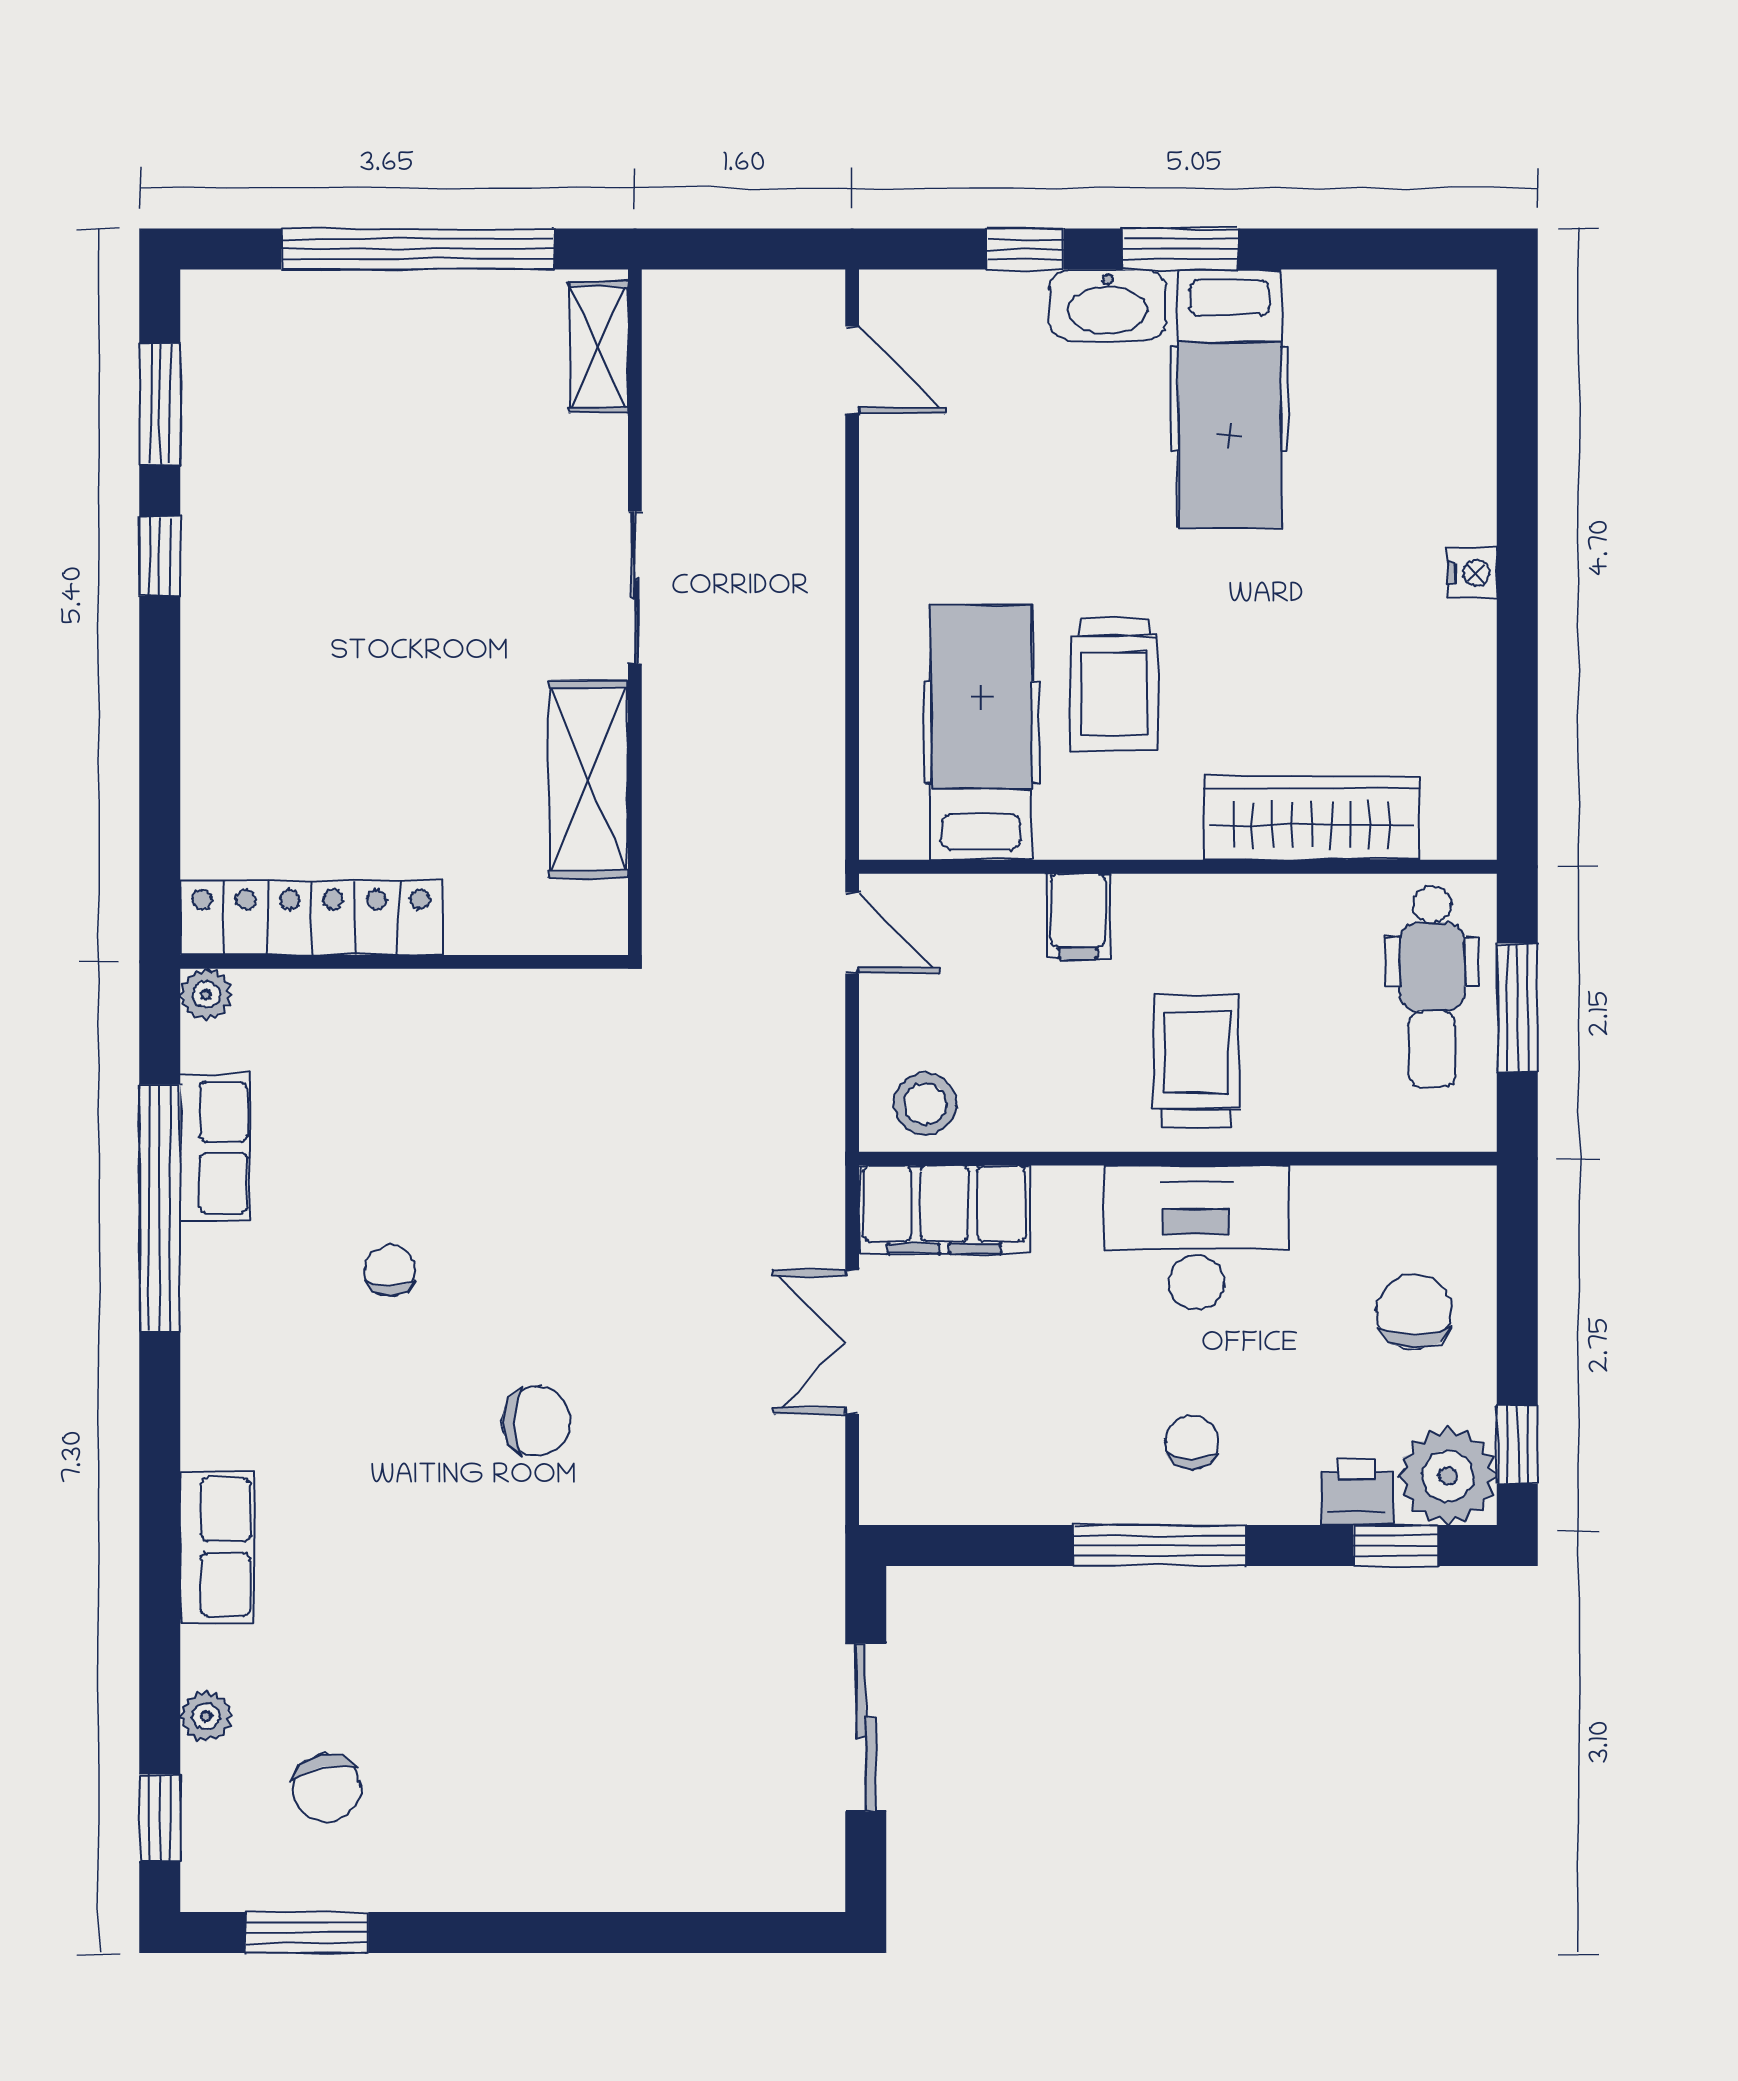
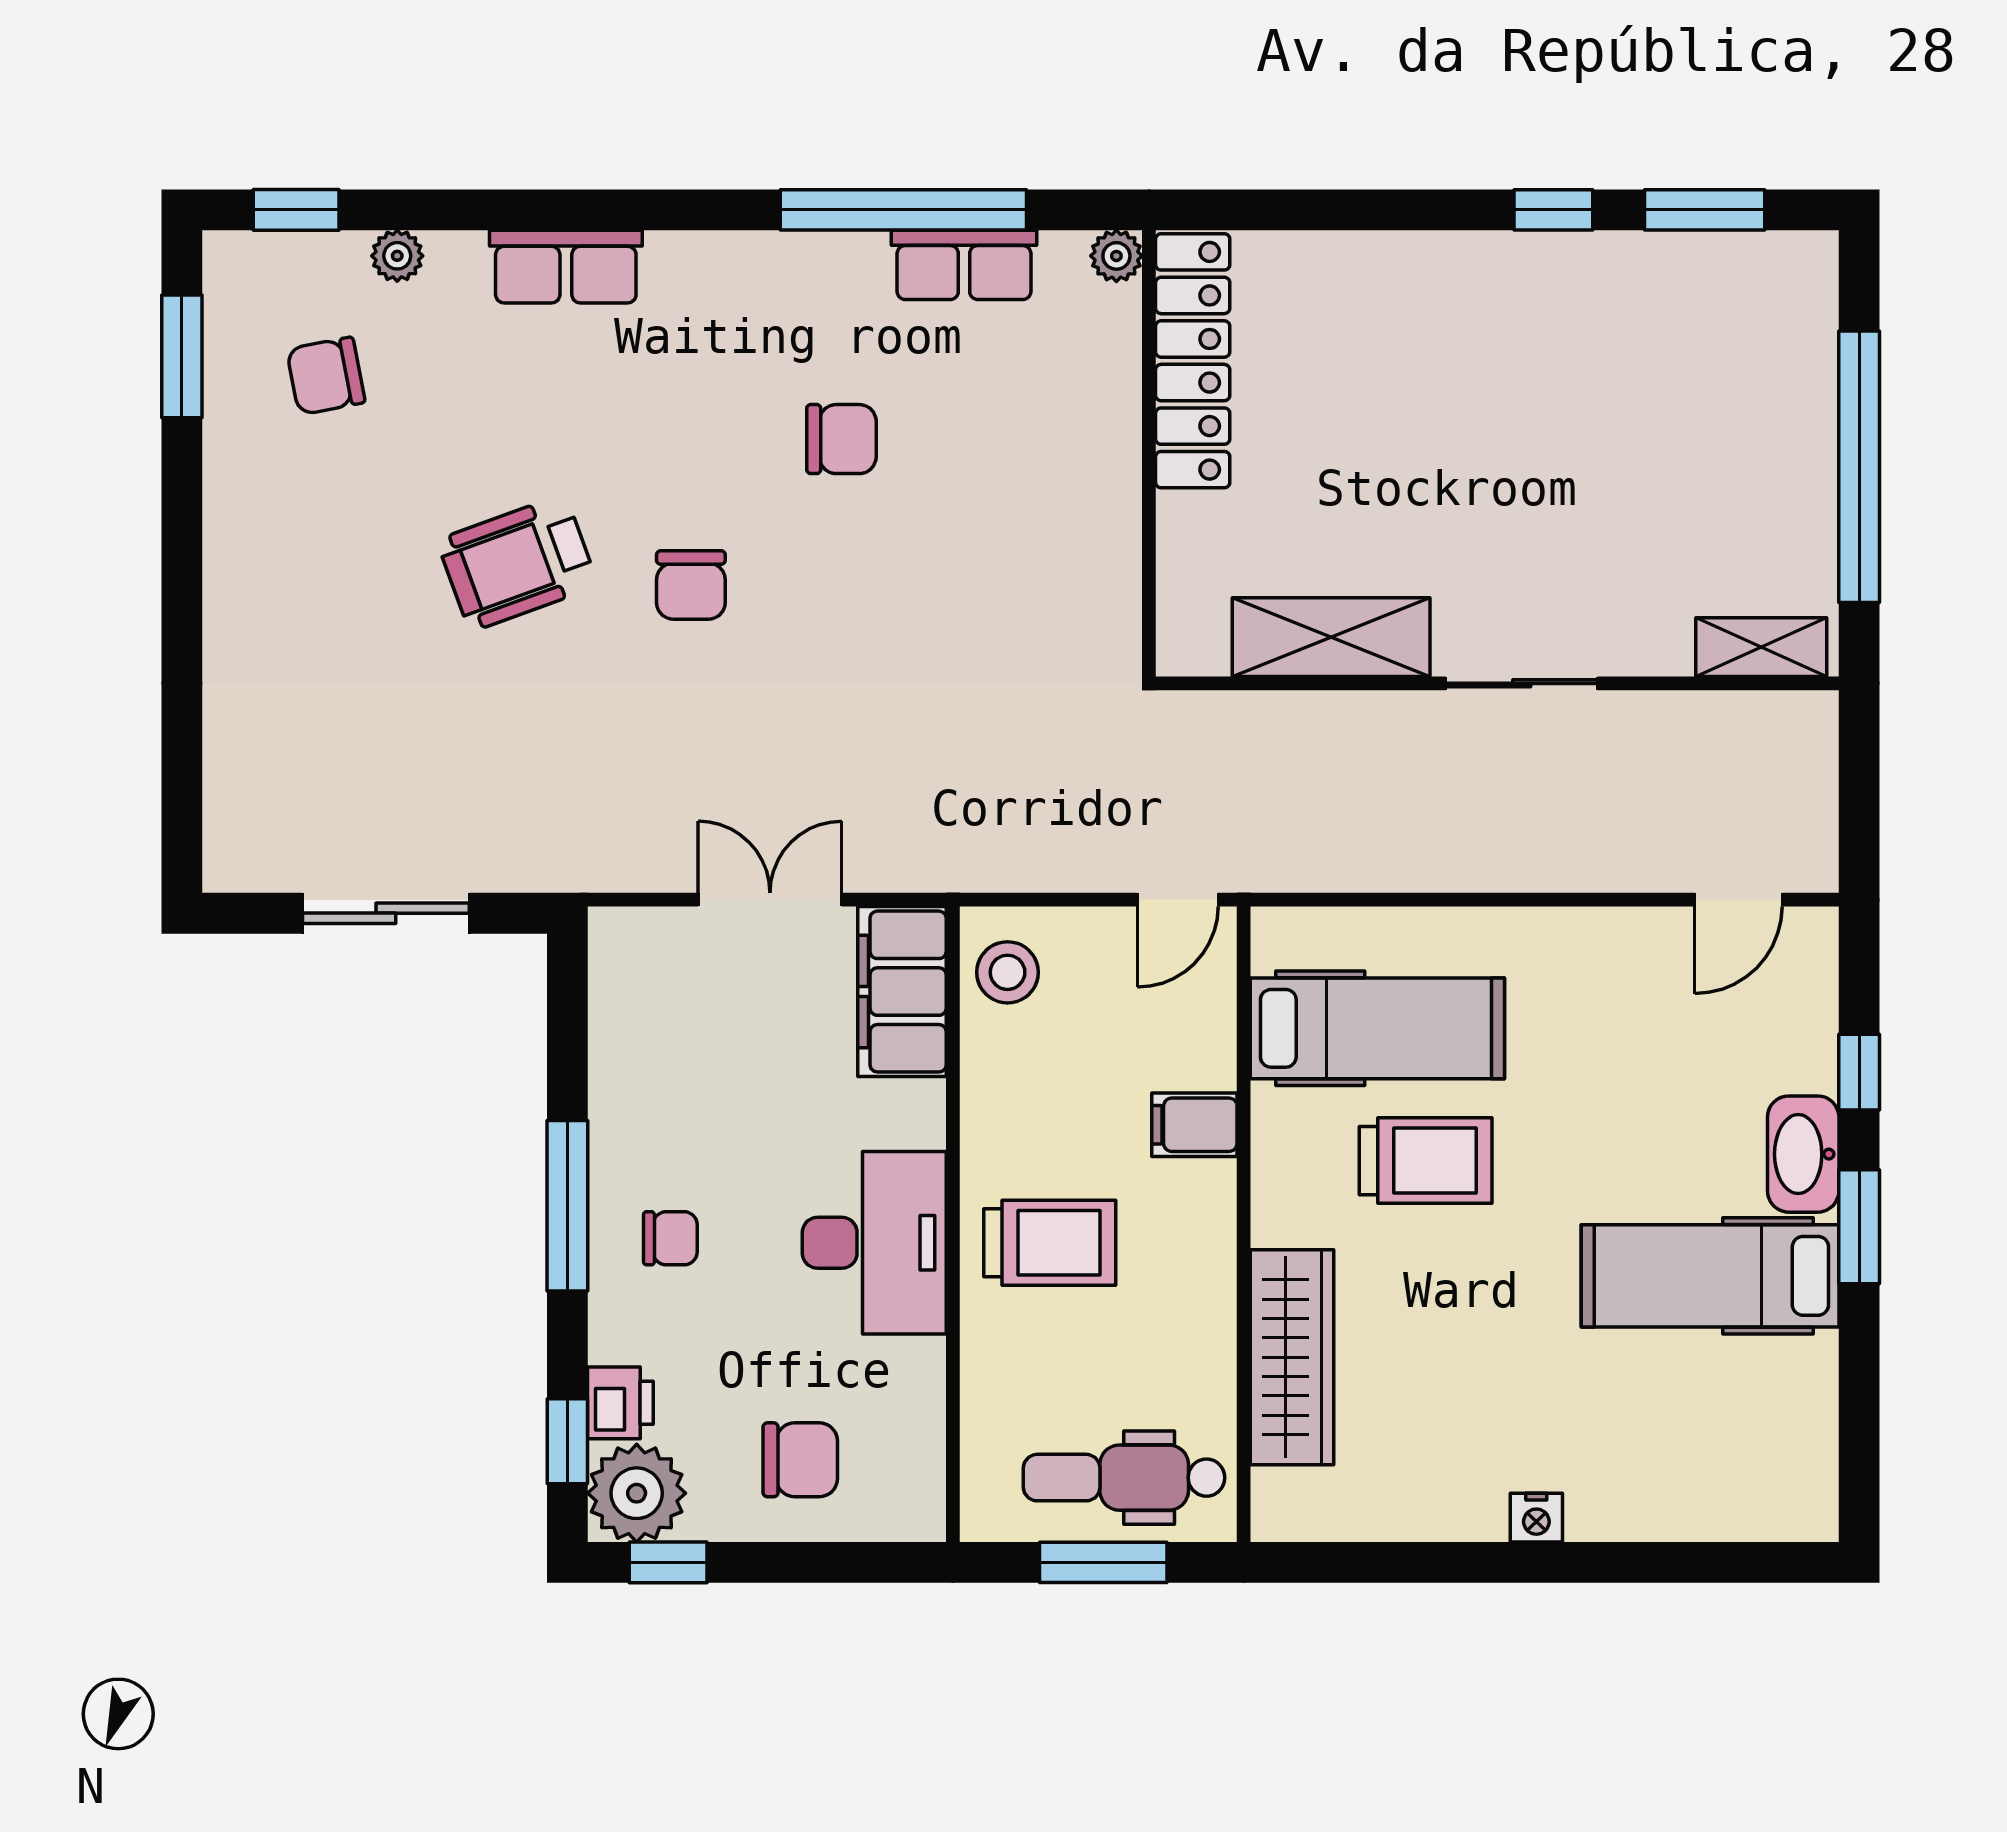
trolley: (1114, 684) -> (1426, 1161), turned 180
chair: (390, 1270) -> (841, 439), width x1.37, depth x1.37
wheelchair: (514, 1596) -> (518, 563), added

